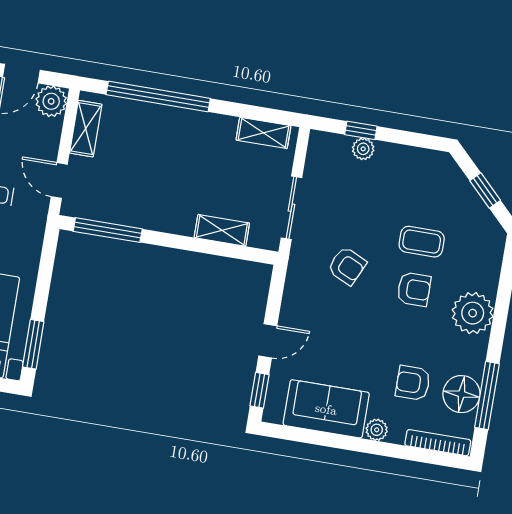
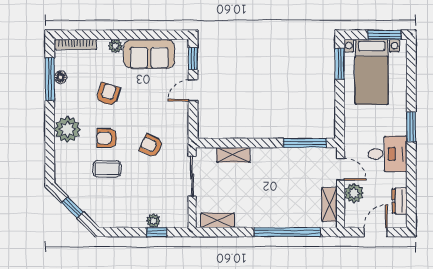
plant: (51, 101) -> (354, 193), moved
armchair: (413, 383) -> (108, 94), moved, turned -72
floor lamp: (461, 394) -> (60, 77), width x0.53, depth x0.53

